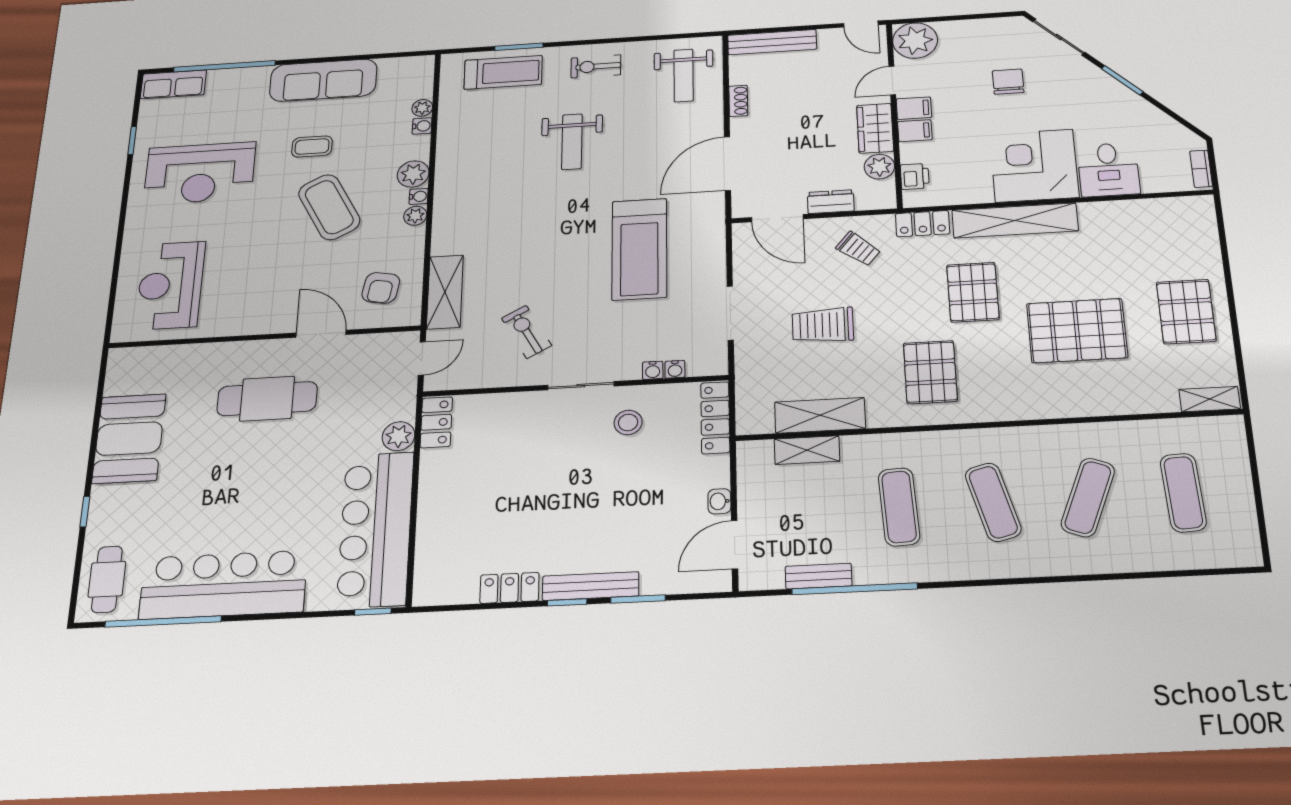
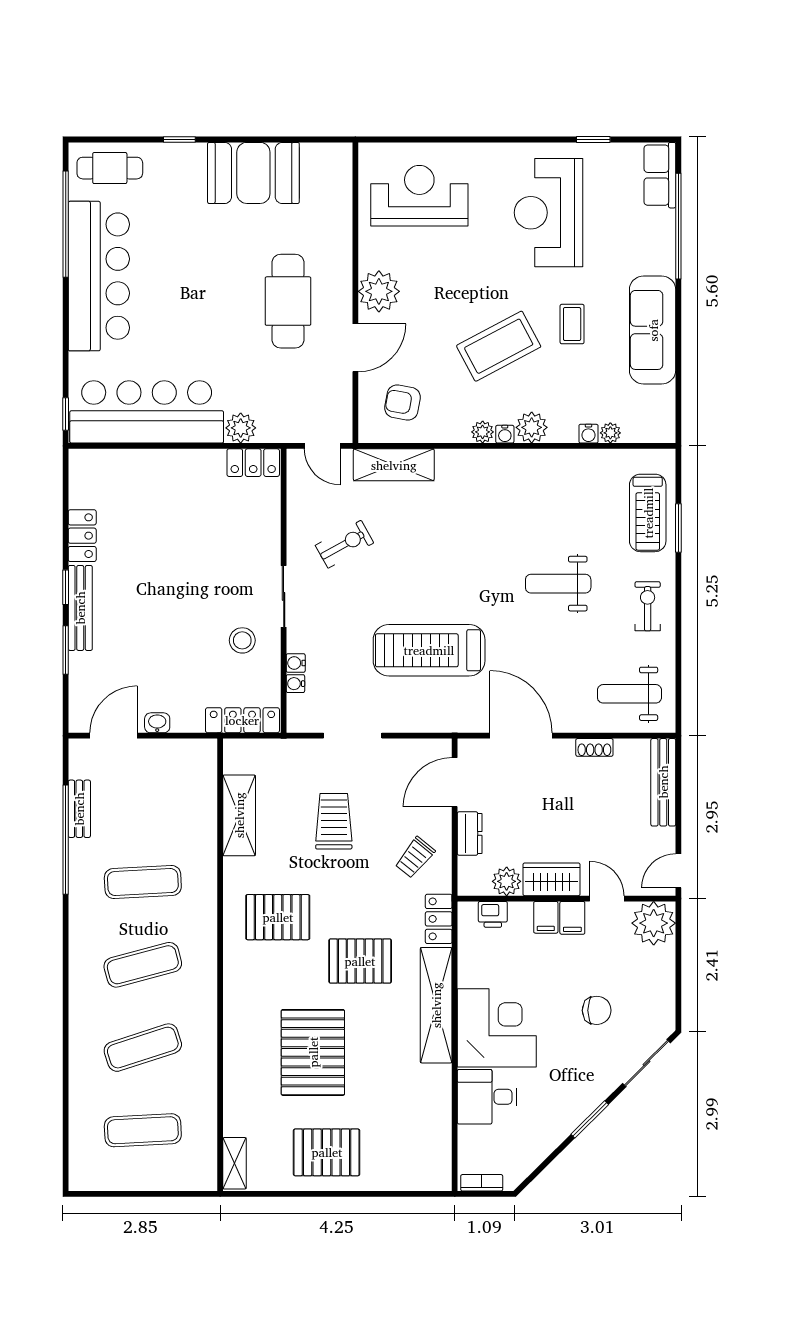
plant: (264, 316) -> (379, 291), added
shelving: (807, 450) -> (204, 803), removed
exercise mat: (1088, 497) -> (143, 1048), turned -39
door: (735, 545) -> (114, 736), hinge flipped

